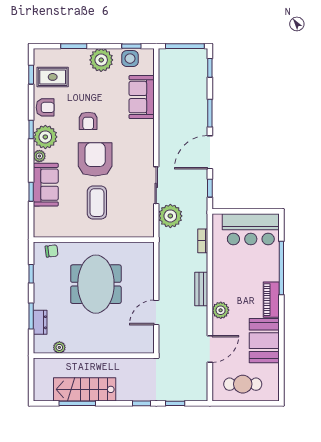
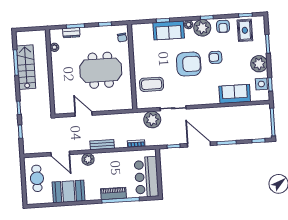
coffee table: (97, 203) -> (152, 84), moved
piano: (271, 300) -> (113, 193), moved

